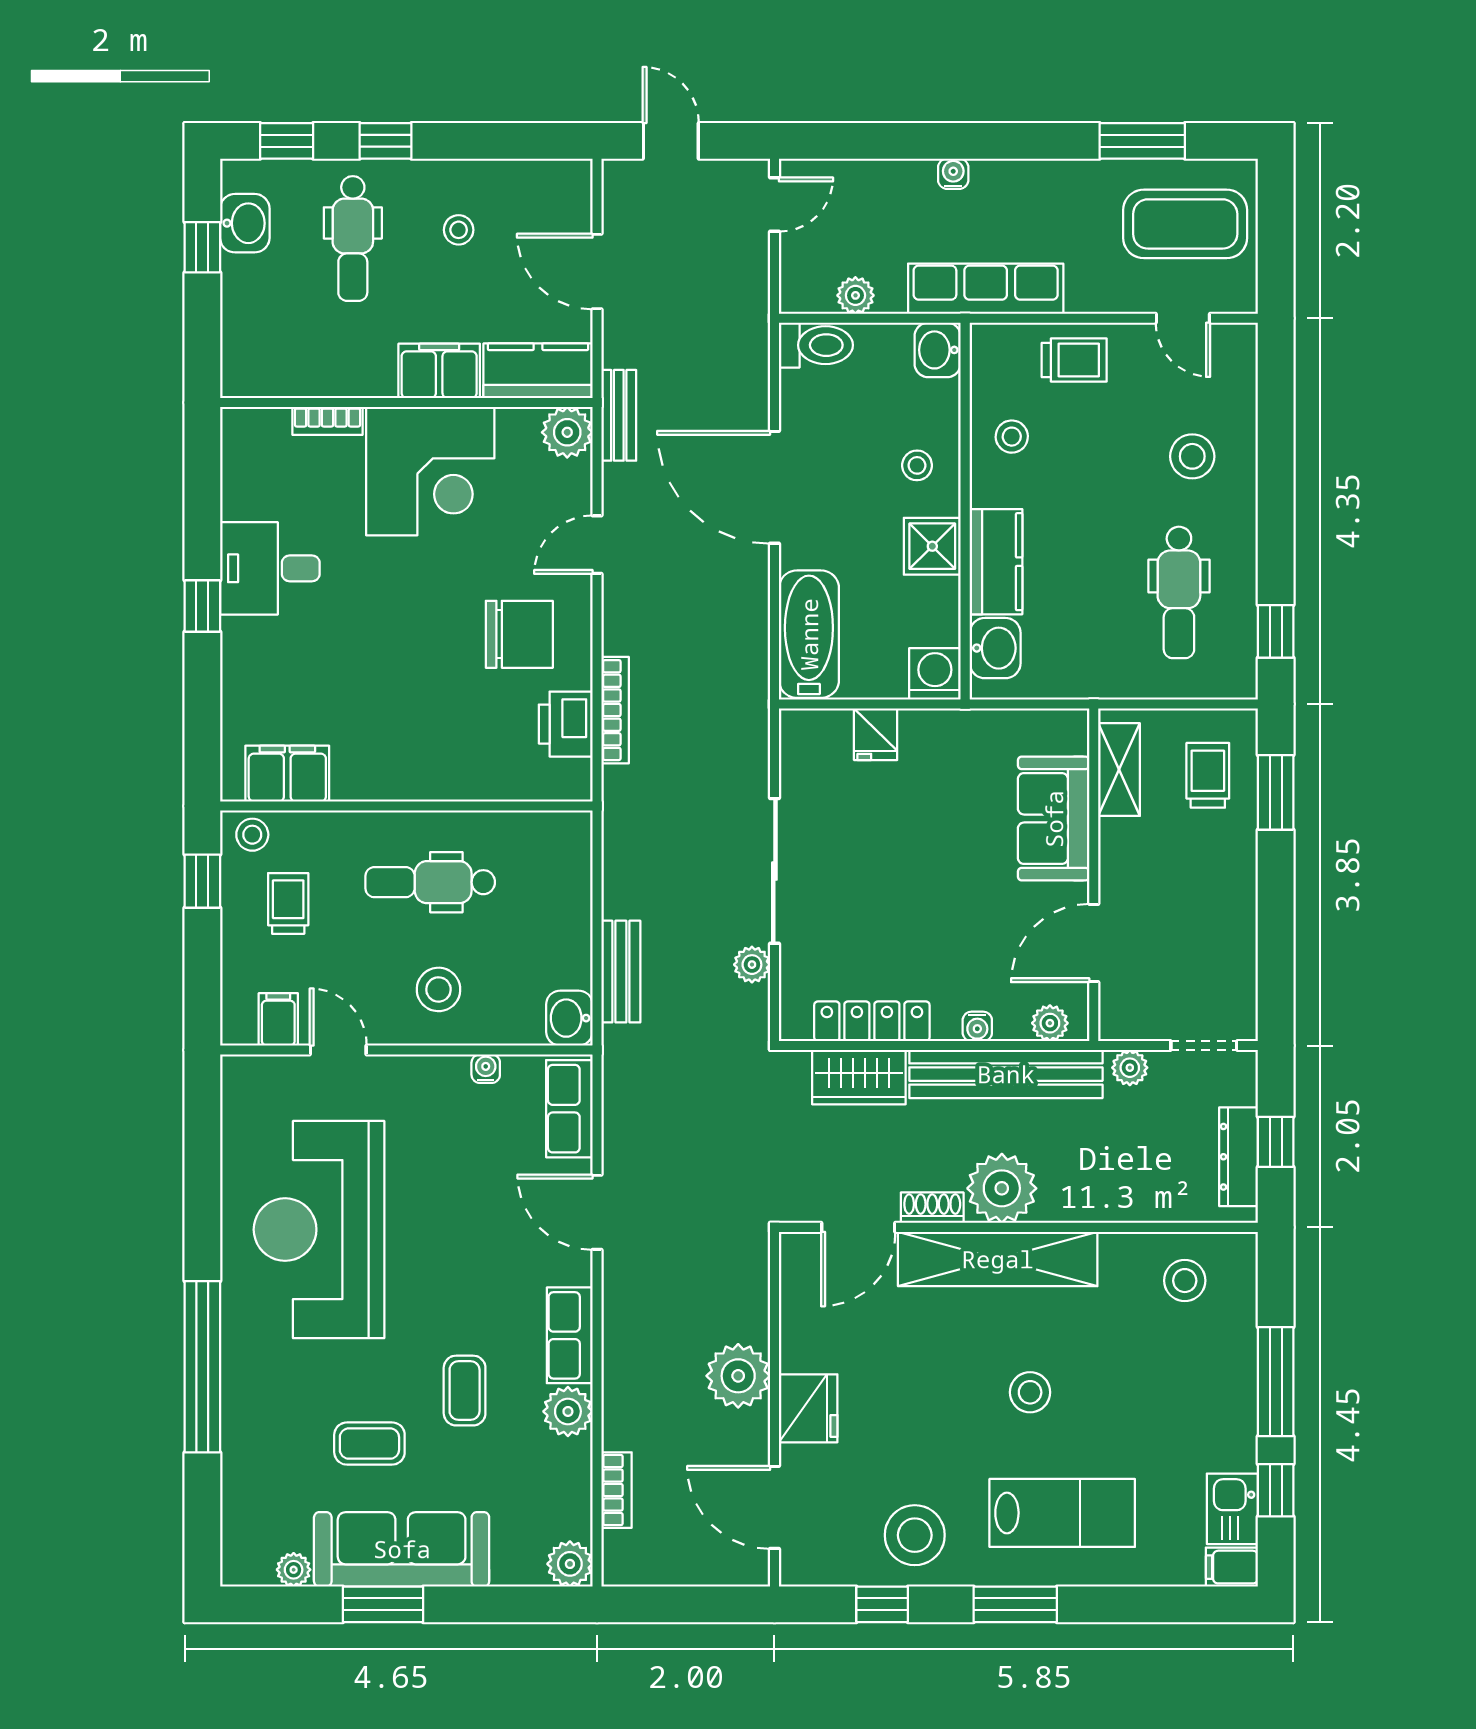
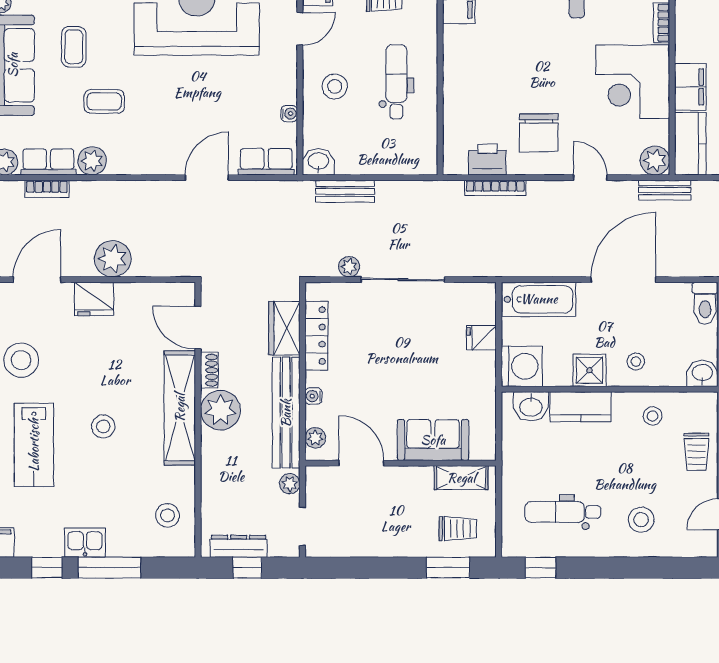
washing machine: (935, 674) -> (522, 366), width x1.37, depth x1.37
row of seats: (570, 1335) -> (48, 162), moved
kitchen sink: (1232, 1509) -> (85, 543), moved

